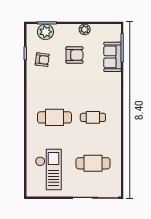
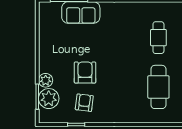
plant: (85, 29) -> (46, 80), moved
armchair: (74, 55) -> (85, 73), moved

